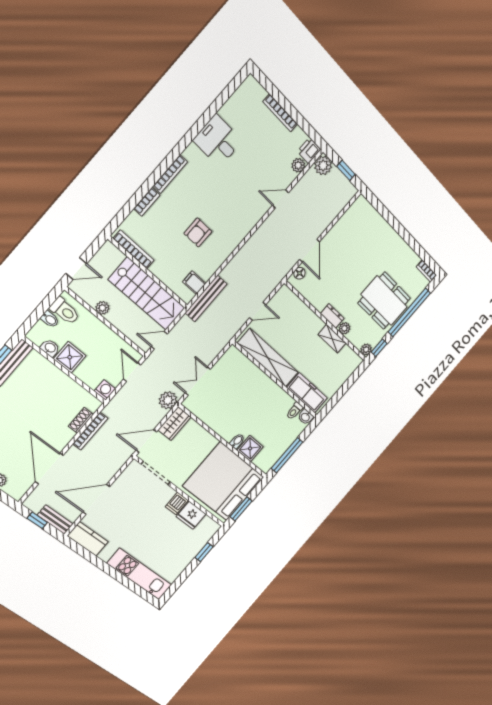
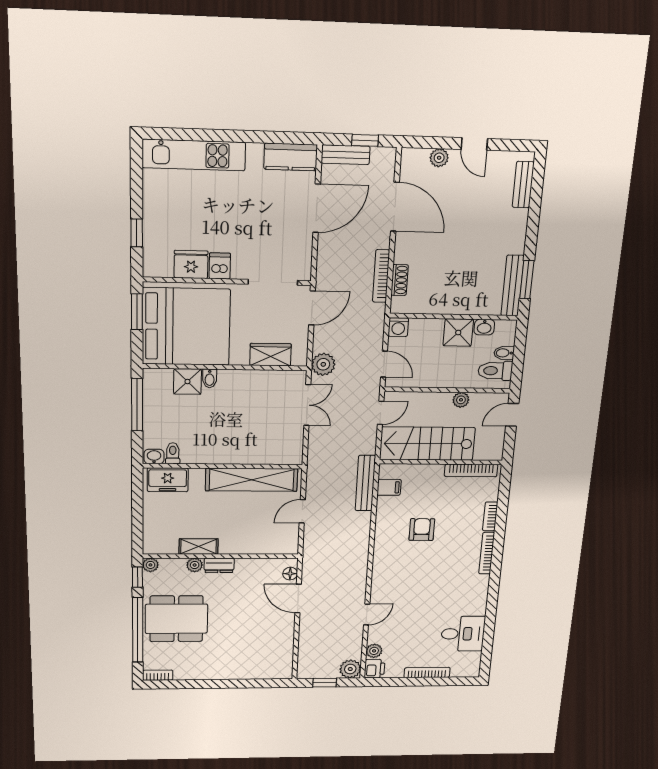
desk: (218, 141) -> (463, 634), moved
freezer: (307, 393) -> (168, 480), width x0.71
wardrobe: (175, 423) -> (270, 355), moved, turned 90

